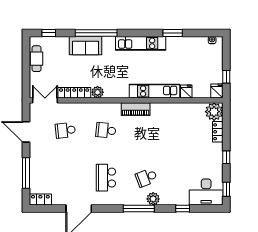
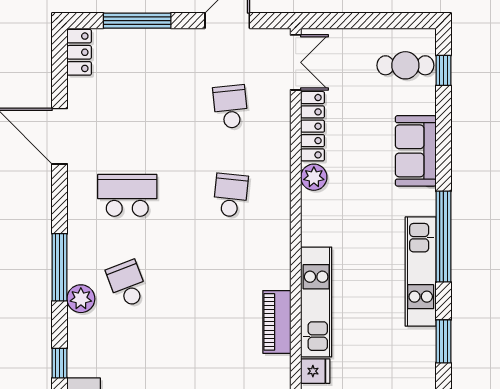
window: (96, 33) -> (443, 237), moved
cafe table: (37, 59) -> (405, 65), moved
piano: (136, 109) -> (277, 322), moved

